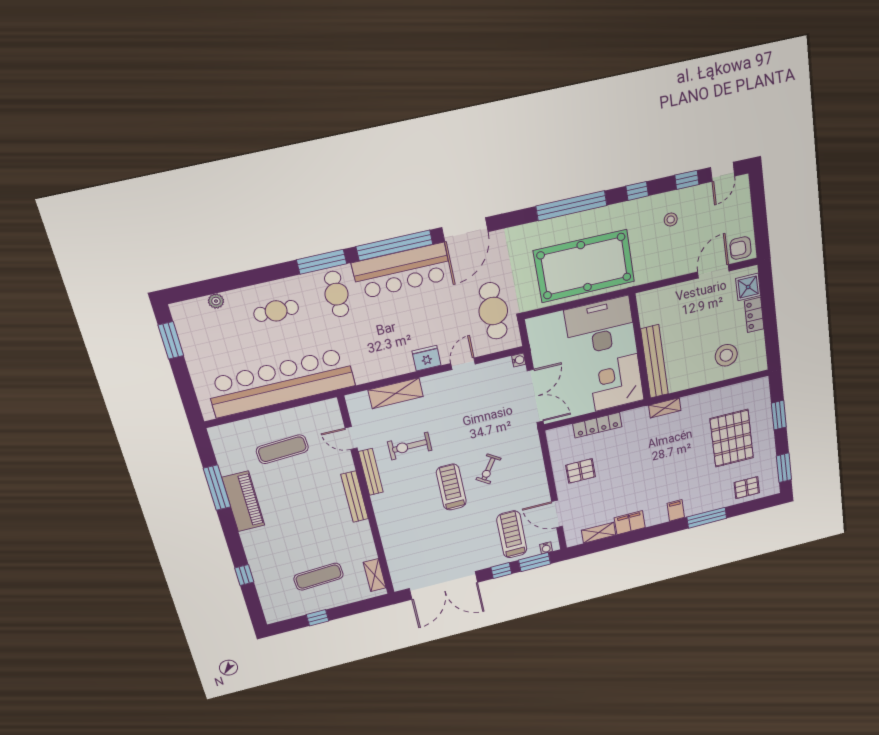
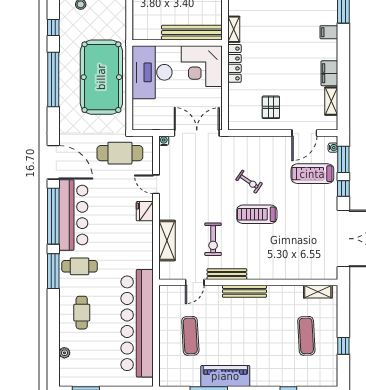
locker: (597, 425) -> (234, 63), moved

